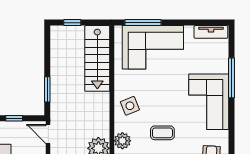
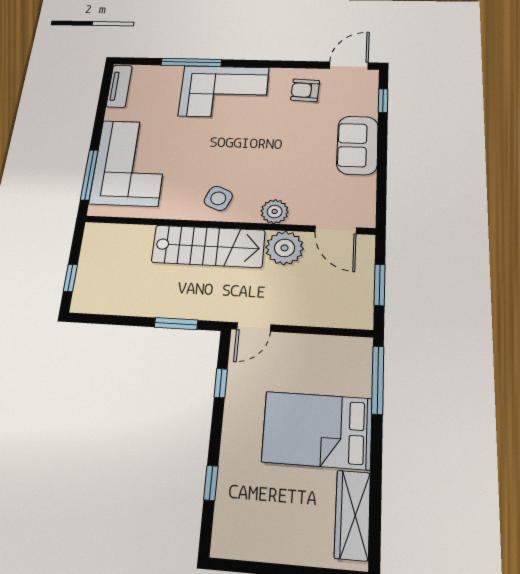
stairs: (97, 58) -> (208, 246), moved
side table: (130, 106) -> (218, 198), turned 45
coffee table: (162, 133) -> (266, 154), removed

